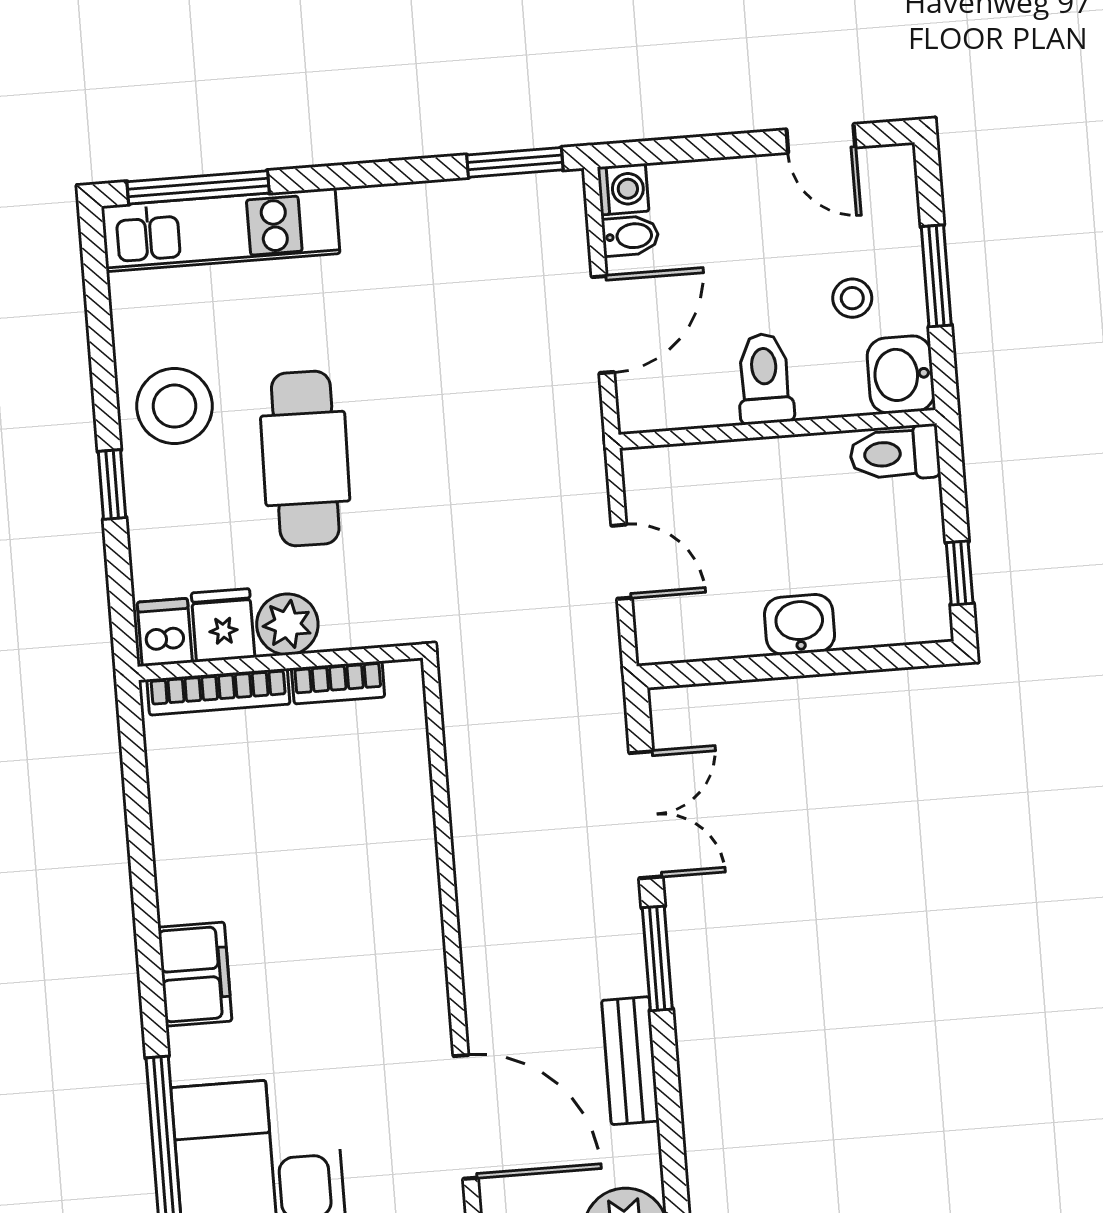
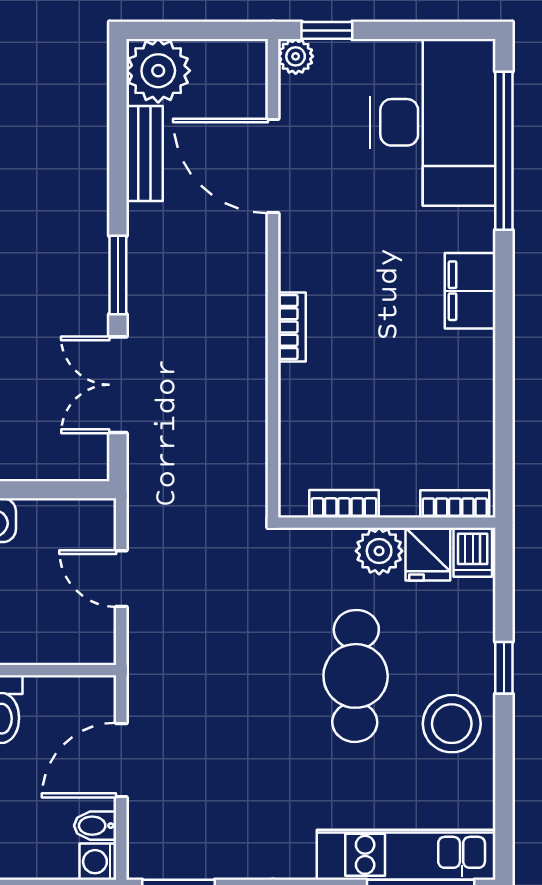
bookcase: (218, 692) -> (455, 504), width x0.64
bookcase: (424, 908) -> (292, 327), added
bench: (630, 1061) -> (144, 154), moved

